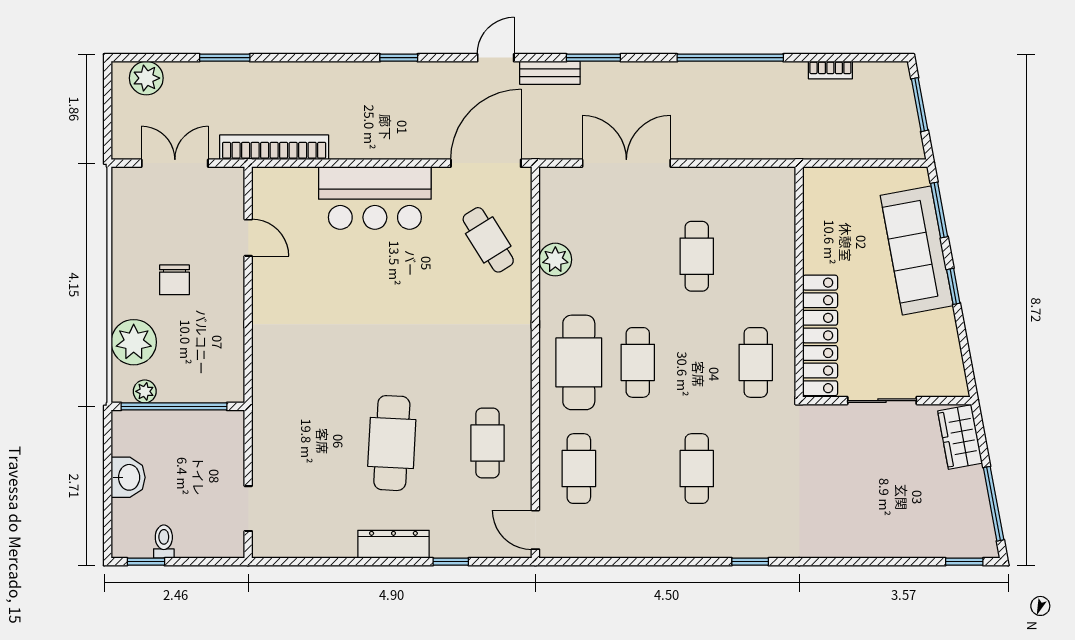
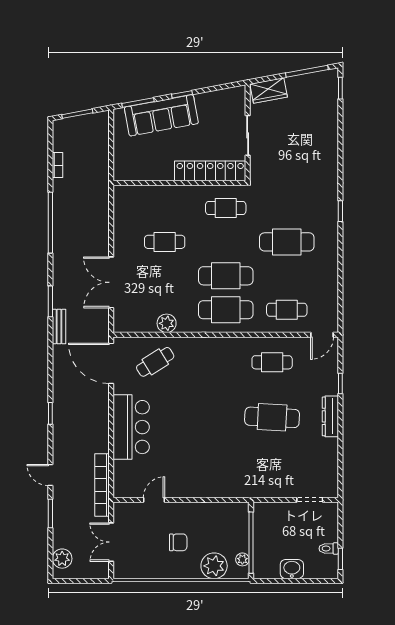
door: (496, 58) -> (50, 475), moved
cafe table: (638, 362) -> (226, 276), width x1.37, depth x1.35
cafe table: (697, 469) -> (287, 242), width x1.37, depth x1.35

